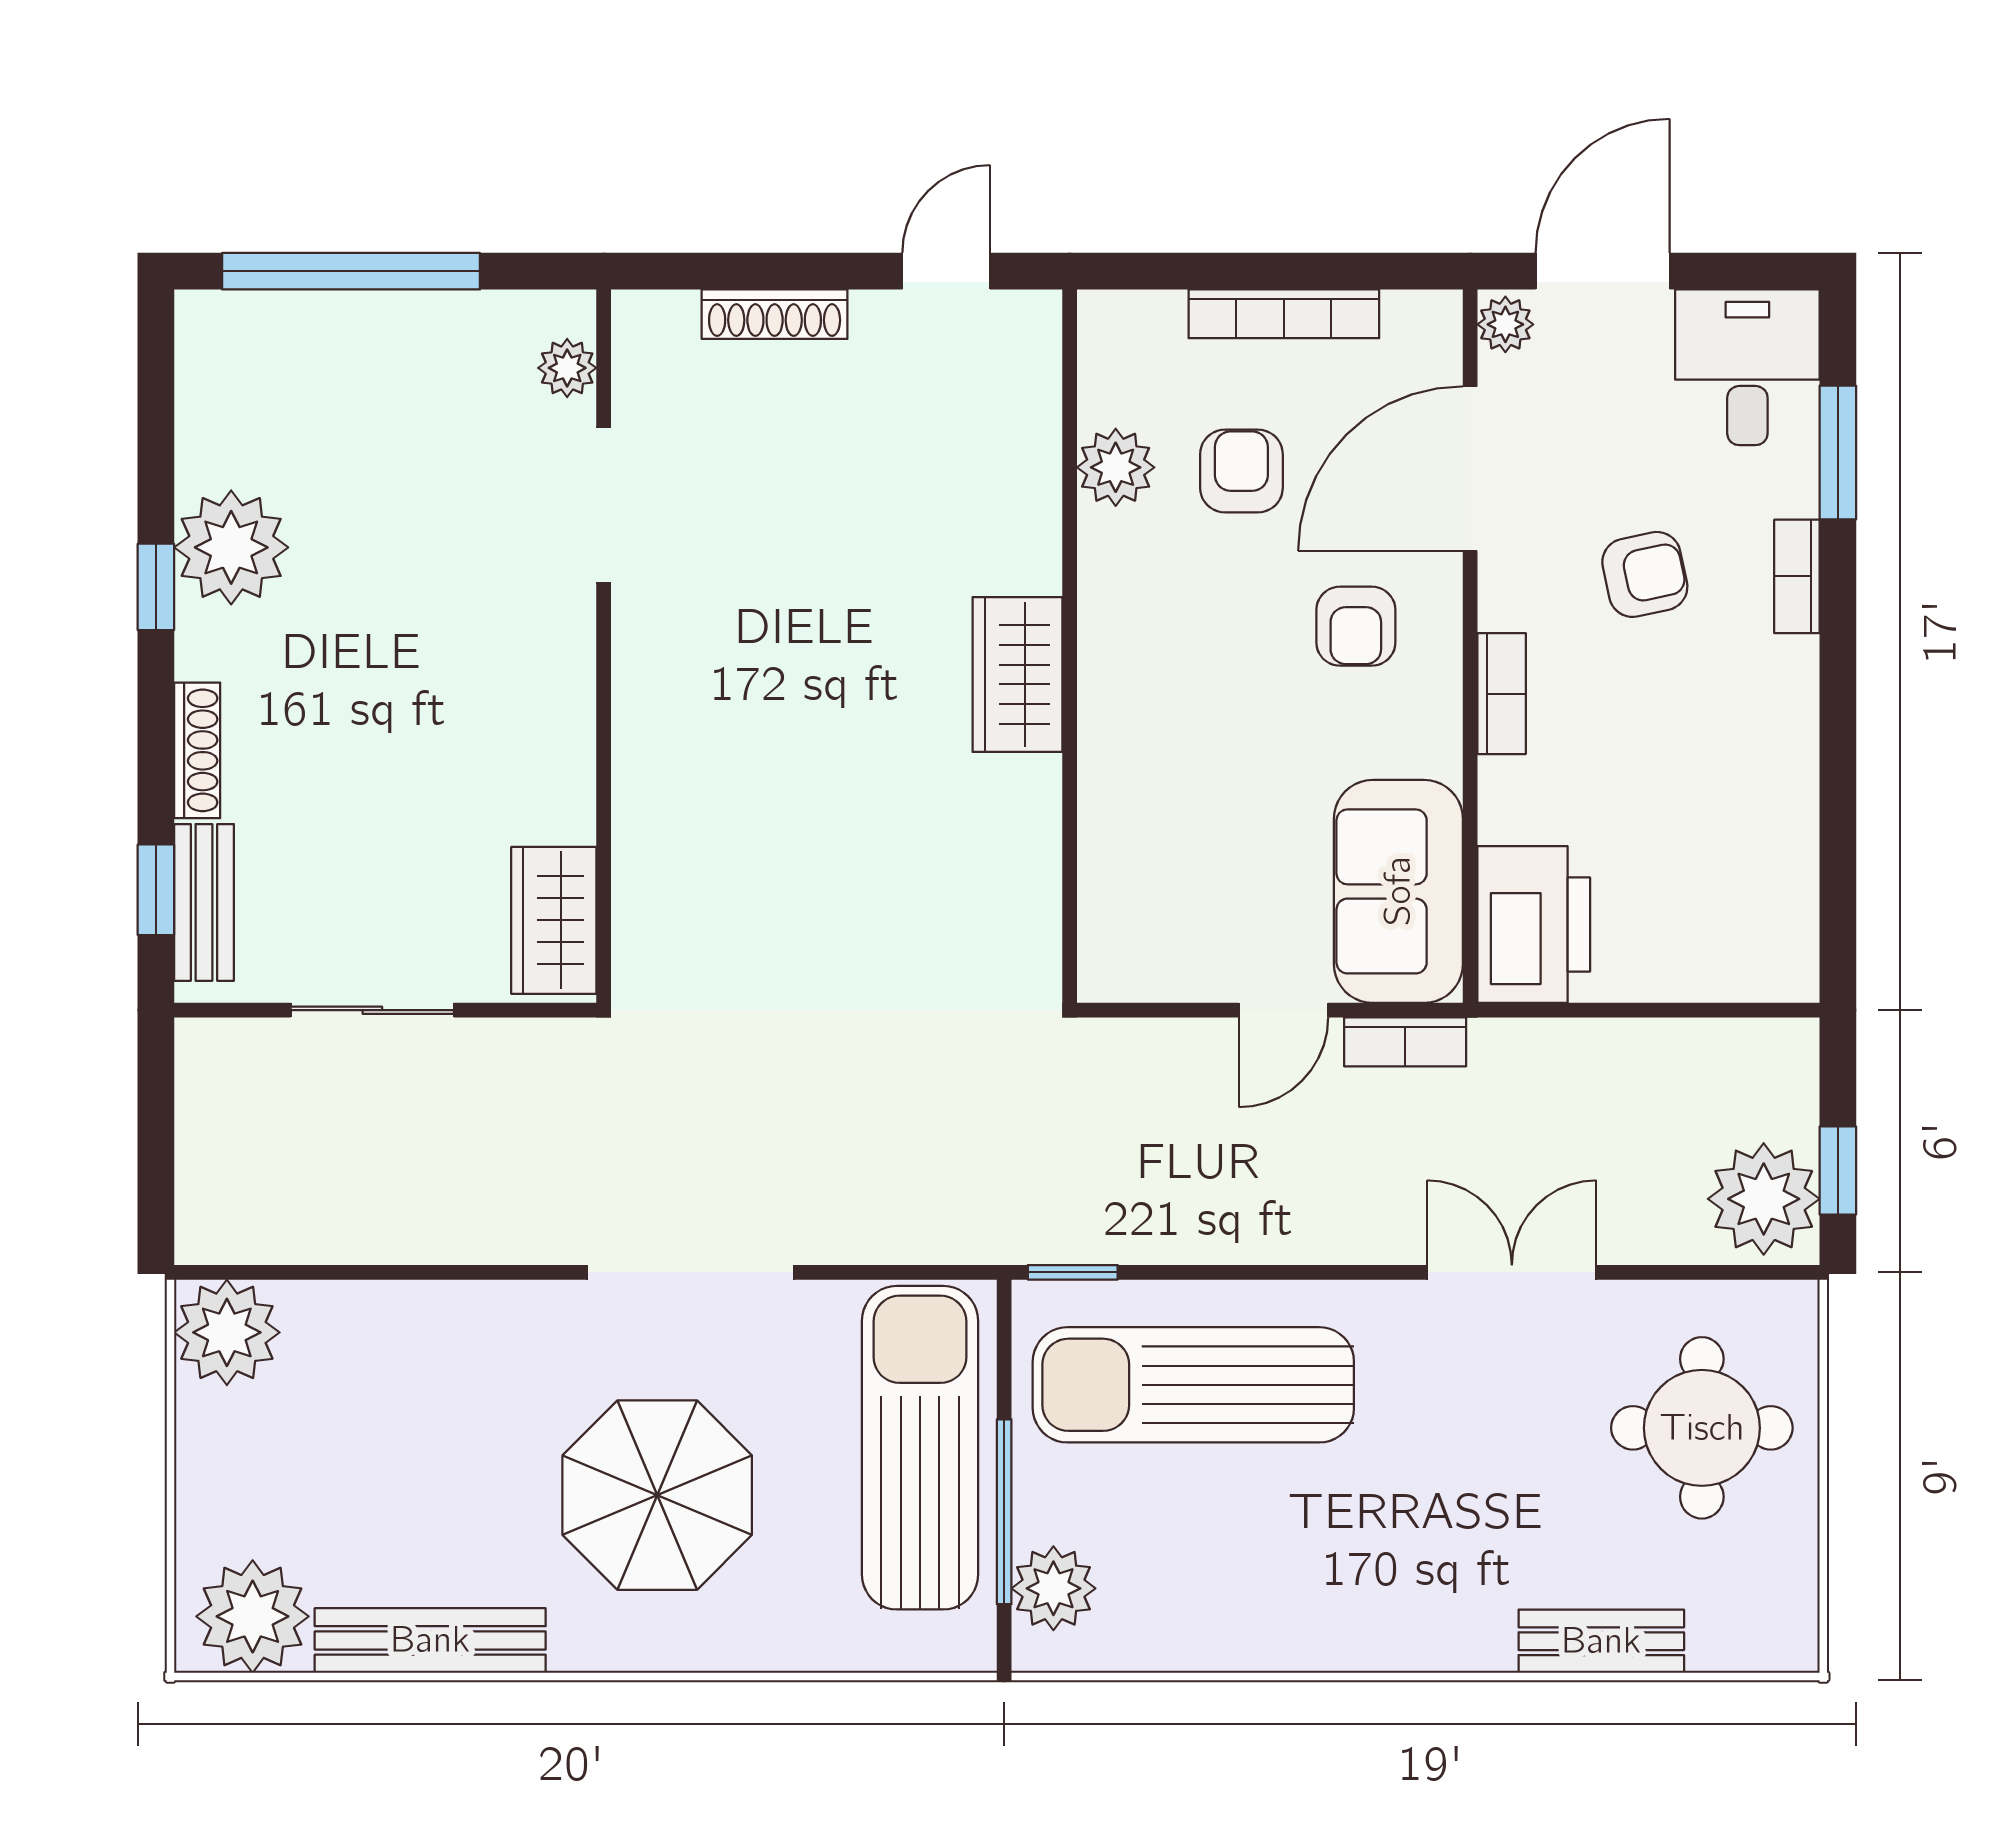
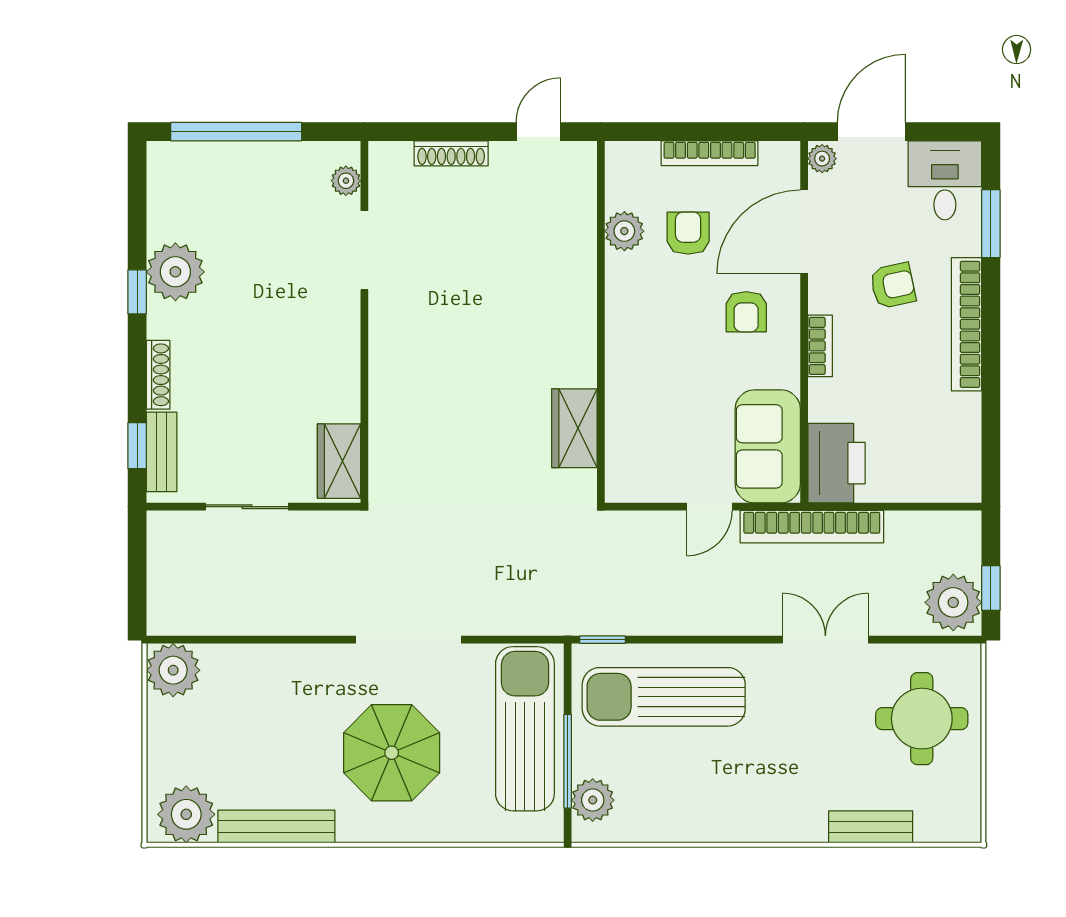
bookcase: (1797, 576) -> (966, 324), width x2.31, depth x1.31
wardrobe: (1017, 675) -> (574, 428), moved
bookcase: (1405, 1042) -> (812, 527), width x2.31, depth x1.31

